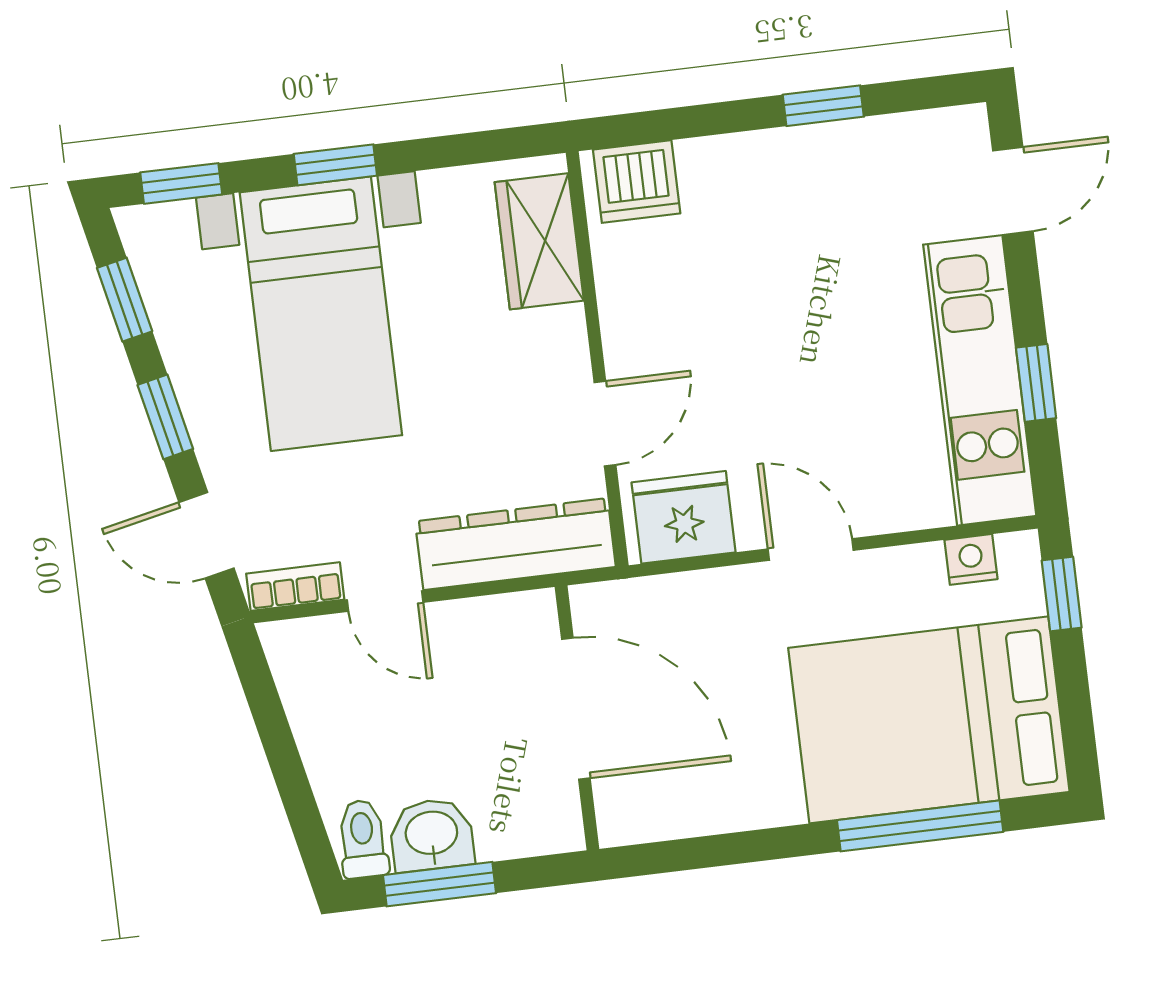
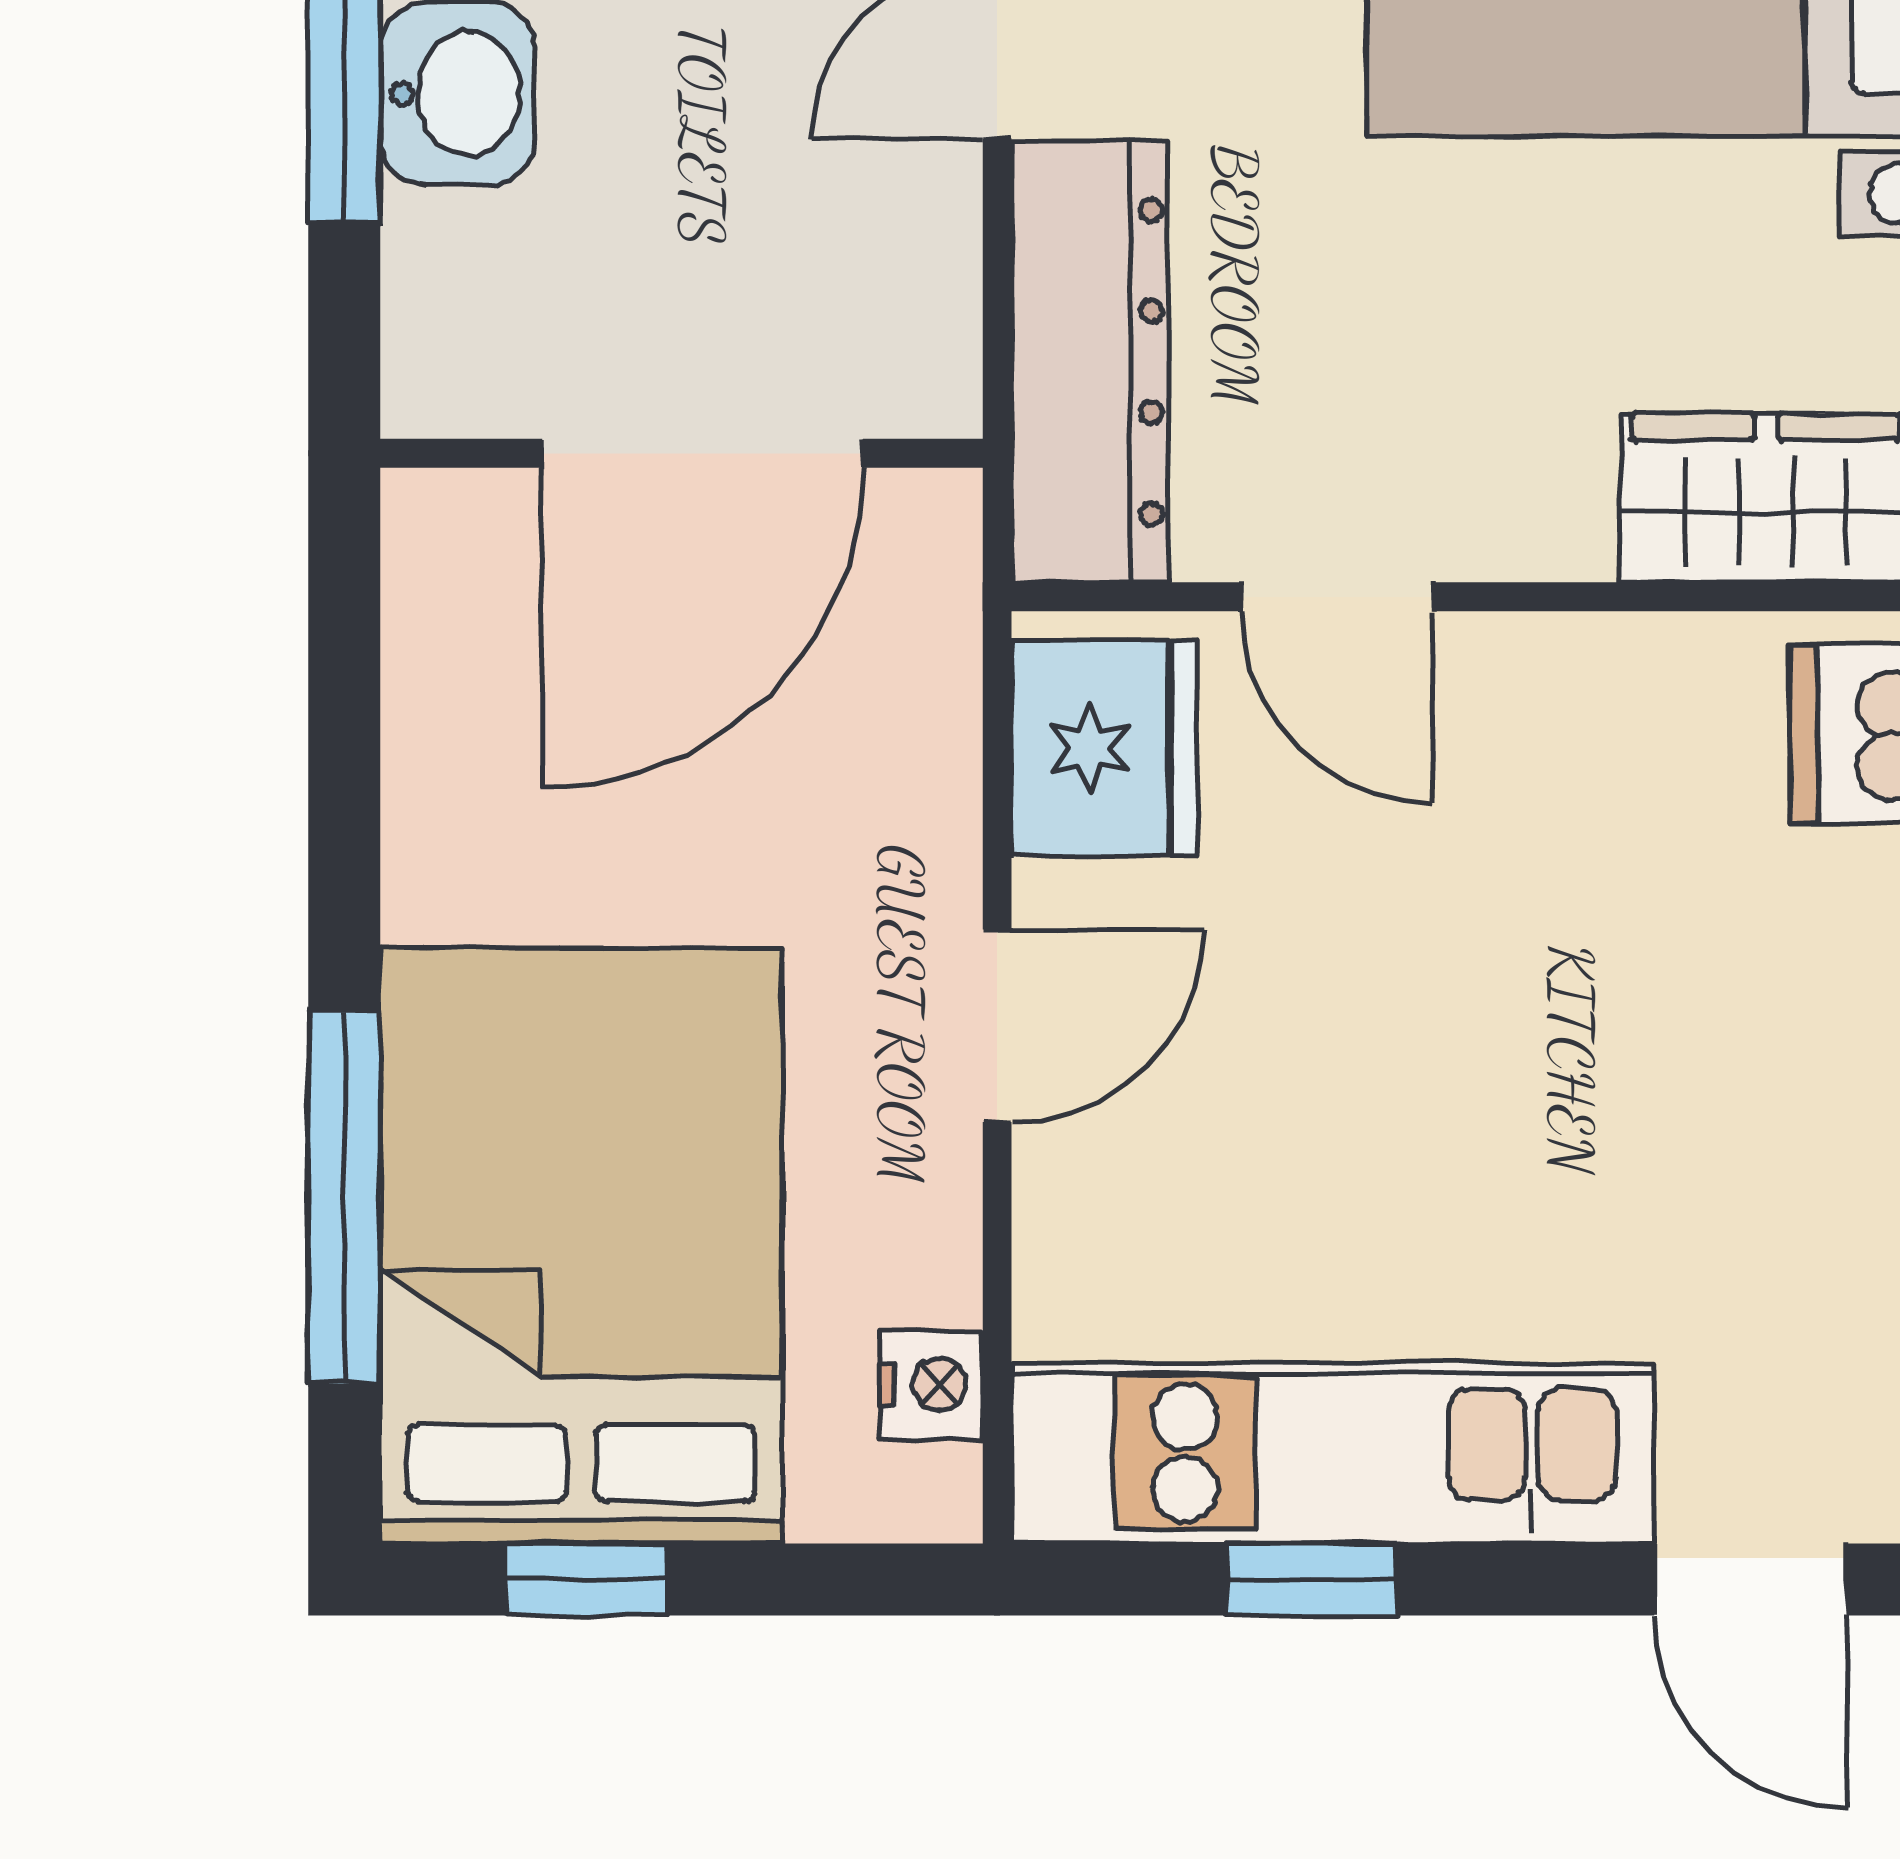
window: (1062, 594) -> (586, 1579), moved

